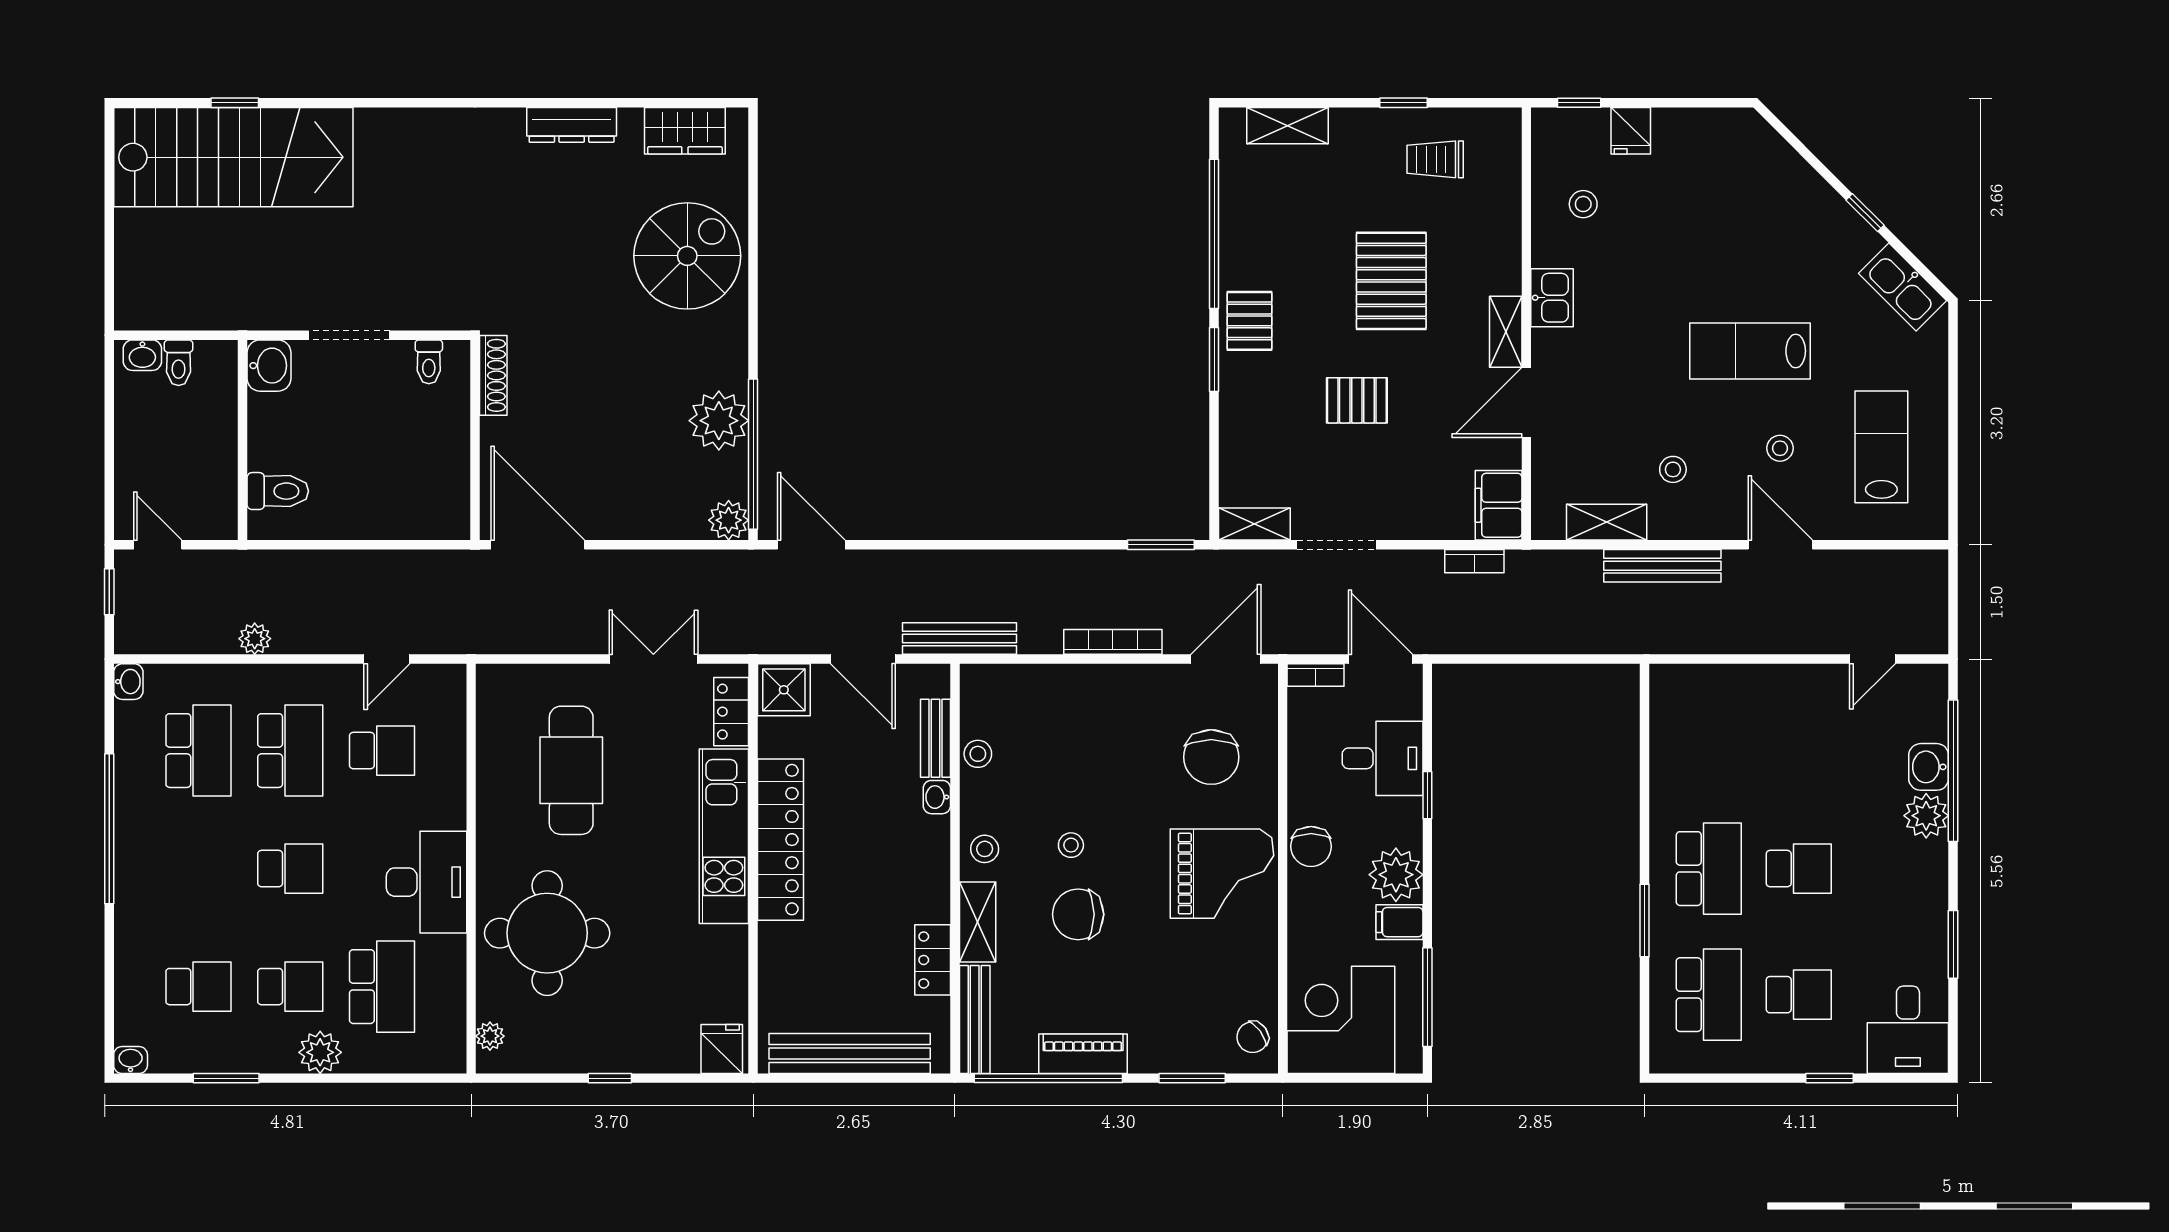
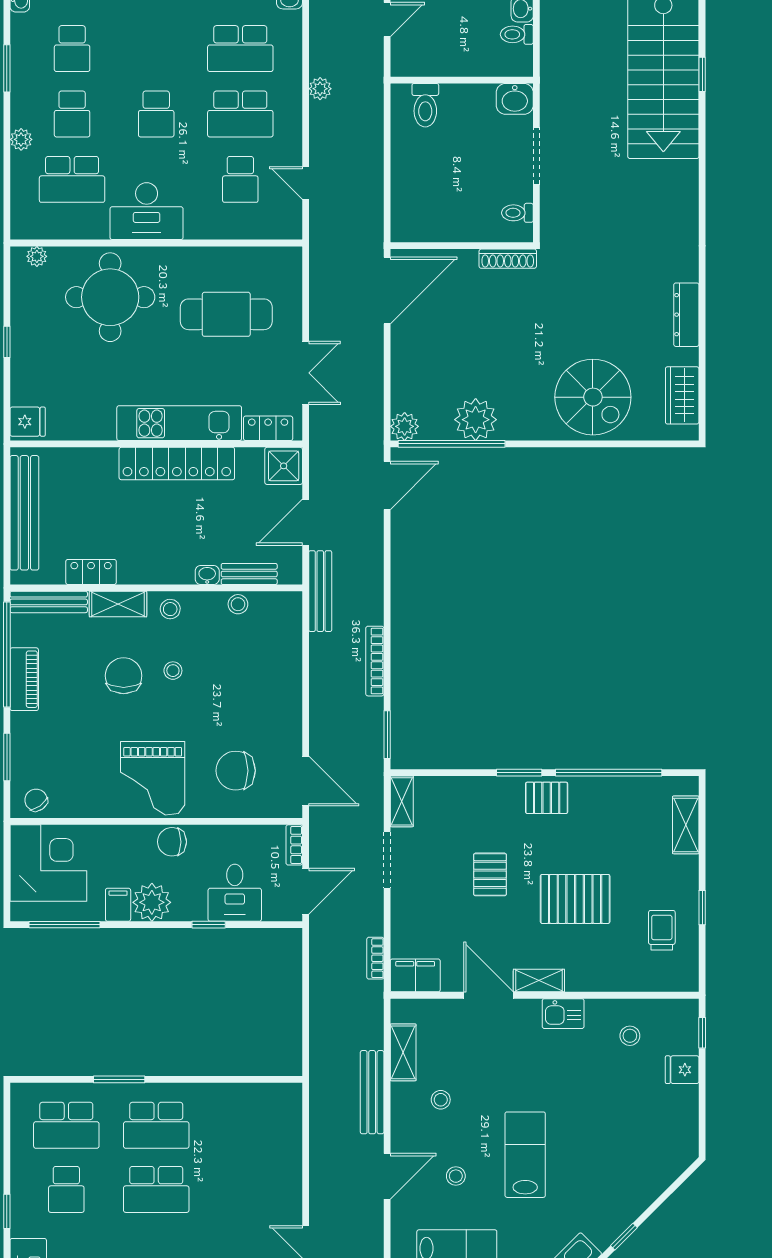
bookcase: (1113, 642) -> (375, 661), moved, turned 180
school desk: (1799, 869) -> (156, 1189), width x1.85
plant: (320, 1052) -> (21, 139), width x0.73, depth x0.73

